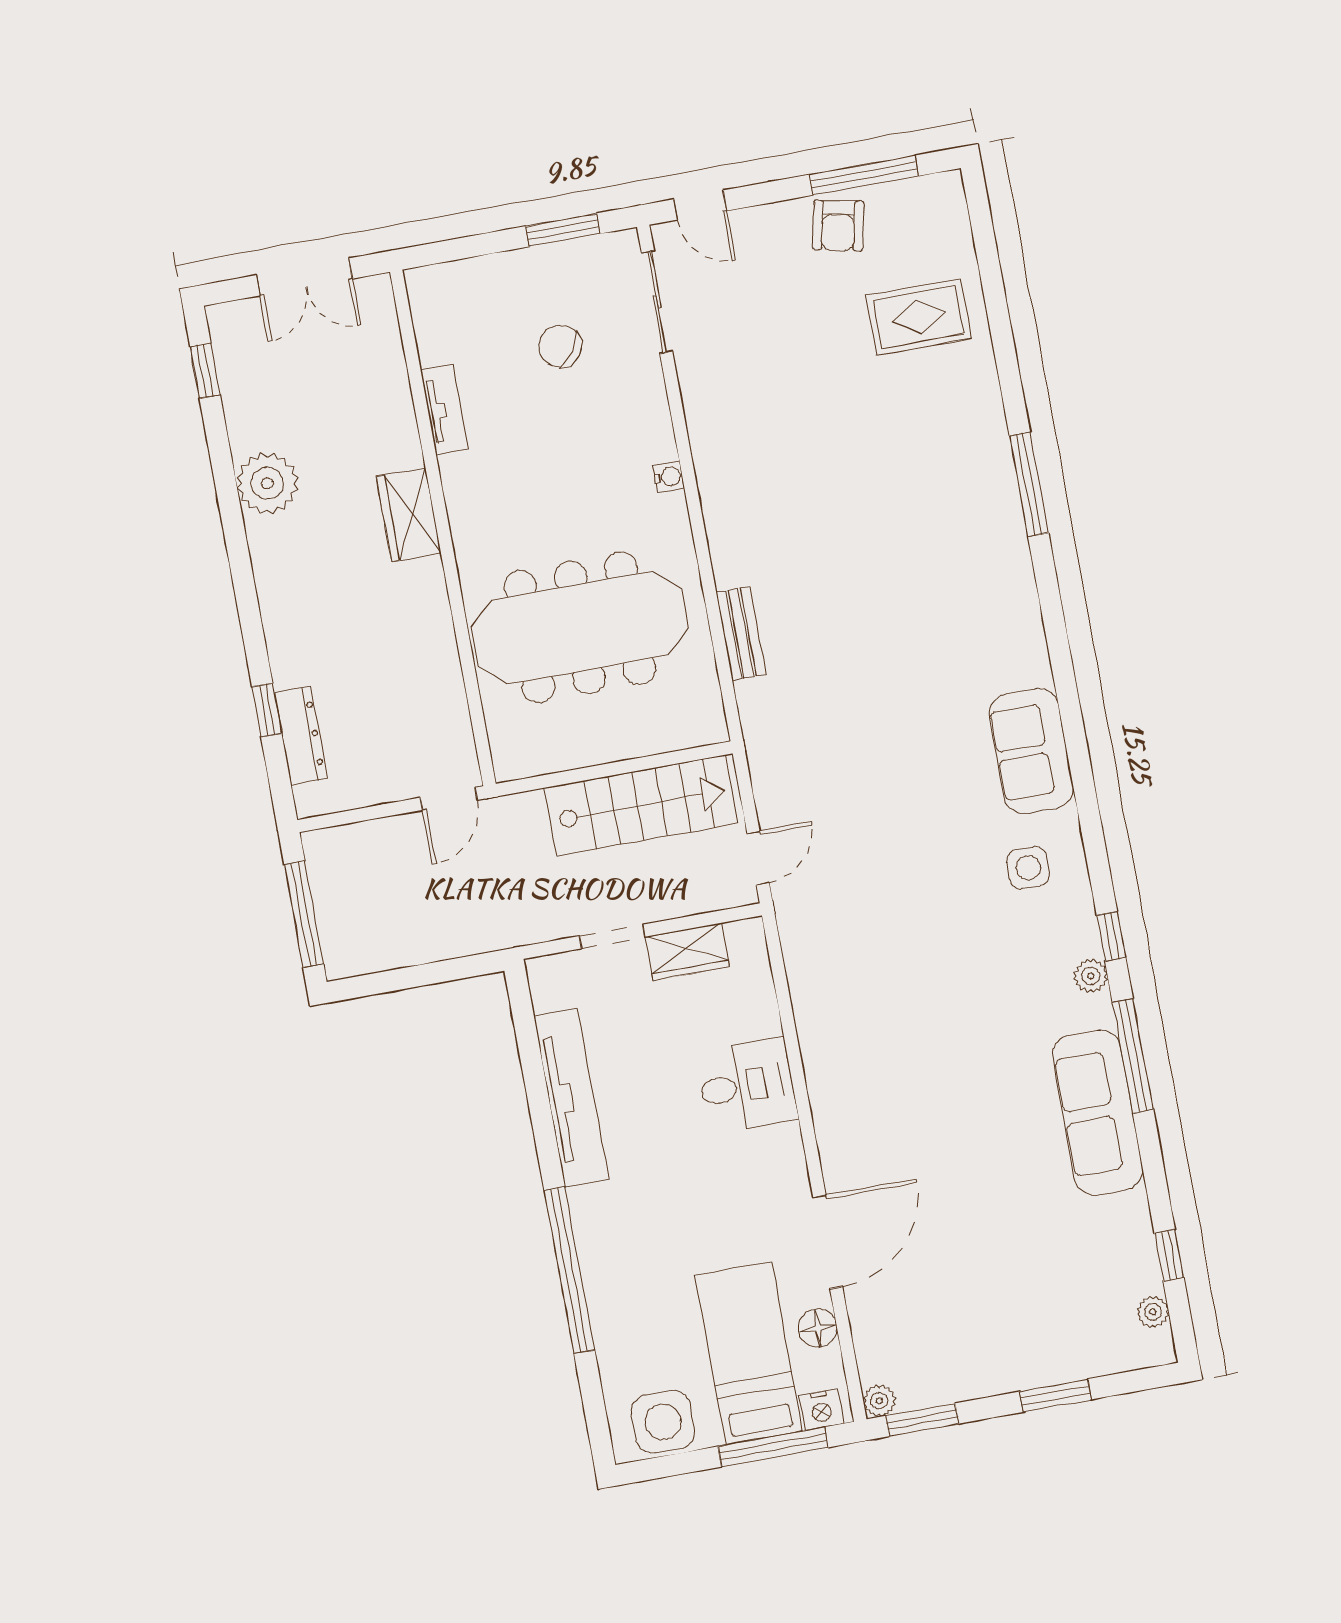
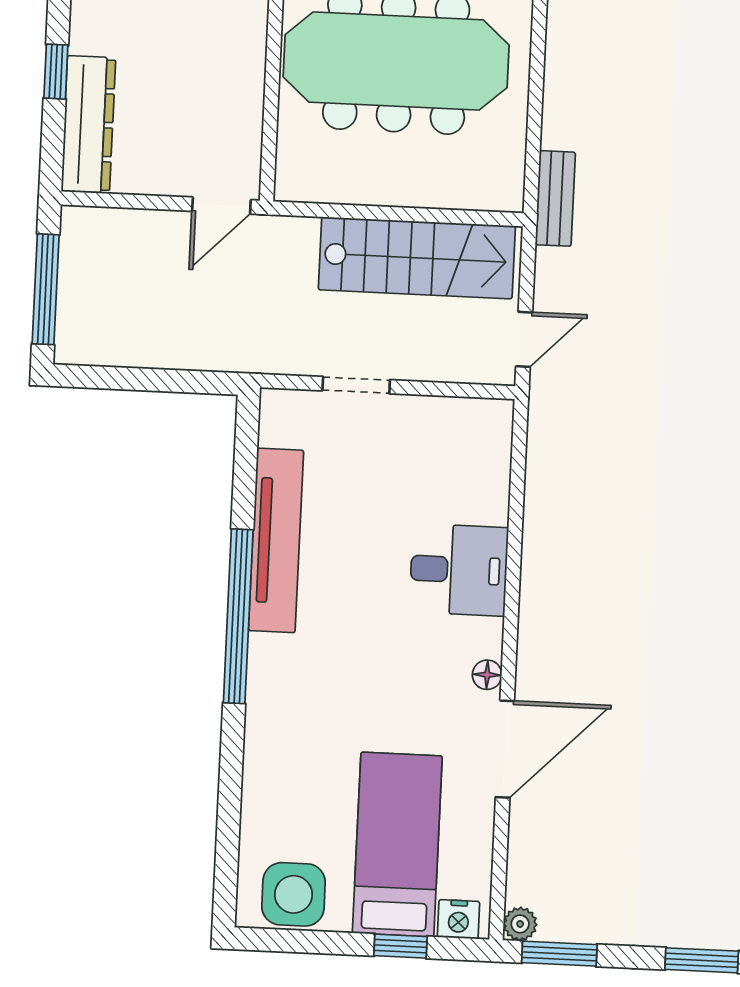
bench: (741, 633) -> (555, 198), moved
dresser: (301, 736) -> (88, 124), width x1.37, depth x1.24
wardrobe: (688, 952) -> (430, 419), removed
window: (569, 1270) -> (238, 616), moved
floor lamp: (818, 1328) -> (487, 675), moved, width x0.73, depth x0.73
window: (773, 1447) -> (400, 946), width x0.46

